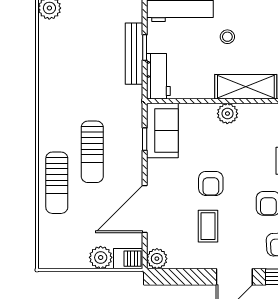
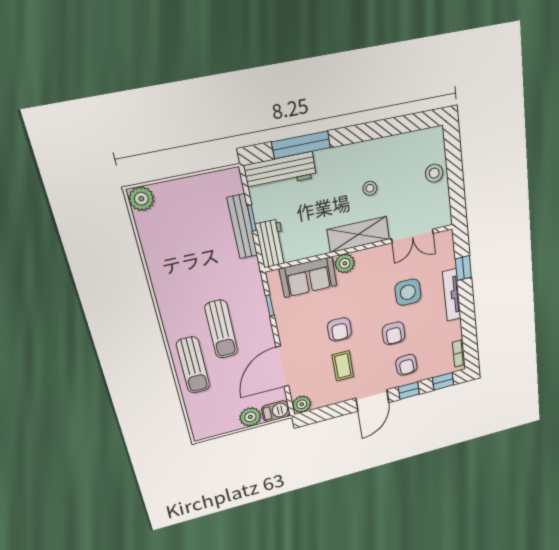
stool: (227, 37) -> (370, 188), moved
sofa: (162, 131) -> (308, 277), moved, turned 90

